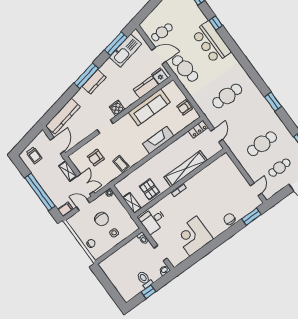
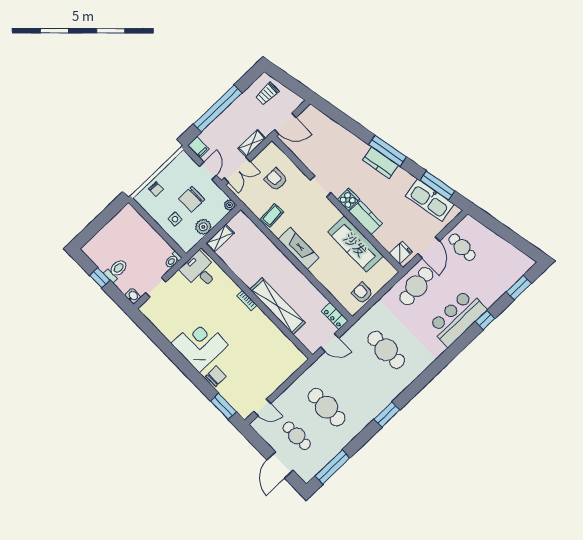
kitchen counter: (146, 87) -> (366, 218), moved
kitchen counter: (63, 116) -> (327, 126), removed
fireplace: (158, 140) -> (299, 248), moved
pallet: (150, 189) -> (242, 260), removed
plant: (122, 214) -> (203, 227), added
corner desk: (193, 236) -> (200, 344), moved

